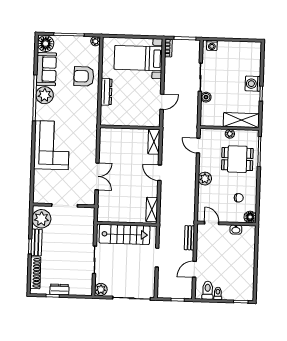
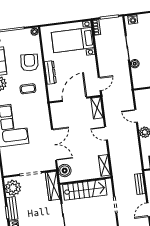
armchair: (84, 76) -> (29, 63), turned 94
door: (162, 102) -> (100, 84), moved
coffee table: (77, 106) -> (28, 89), added
door: (129, 127) -> (75, 99), added
door: (198, 146) -> (136, 116), moved
double door: (97, 176) -> (54, 145), width x1.37
boiler: (105, 208) -> (65, 171), added
wardrobe: (88, 224) -> (53, 186), added

